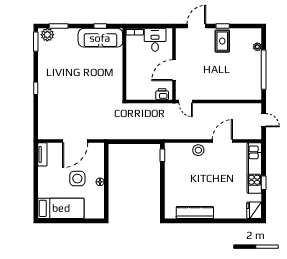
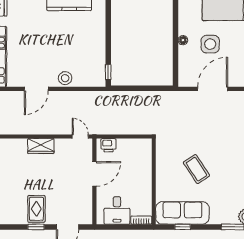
coffee table: (89, 74) -> (197, 169), added
wardrobe: (219, 93) -> (41, 146), added

